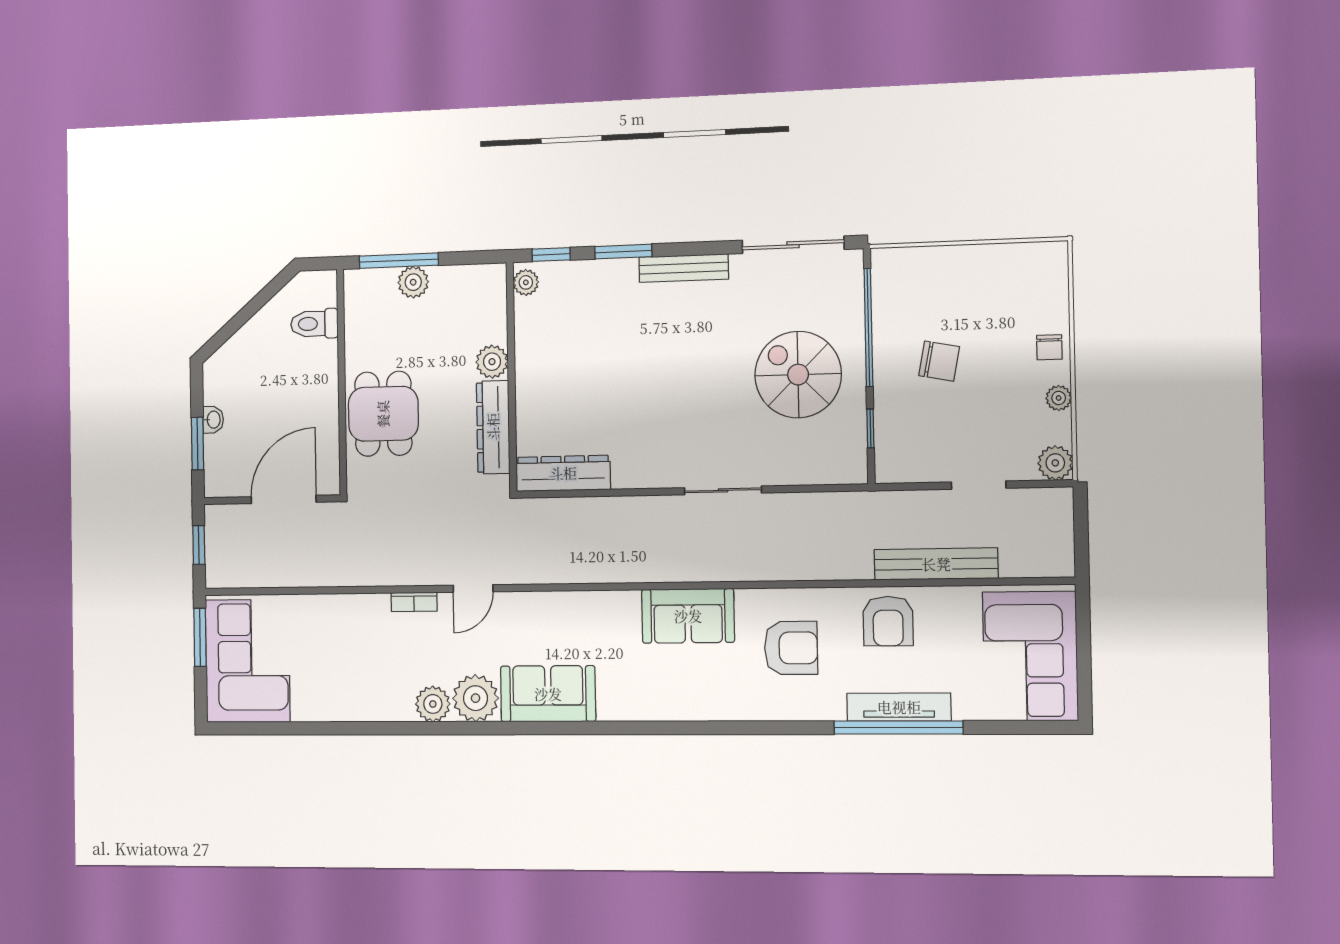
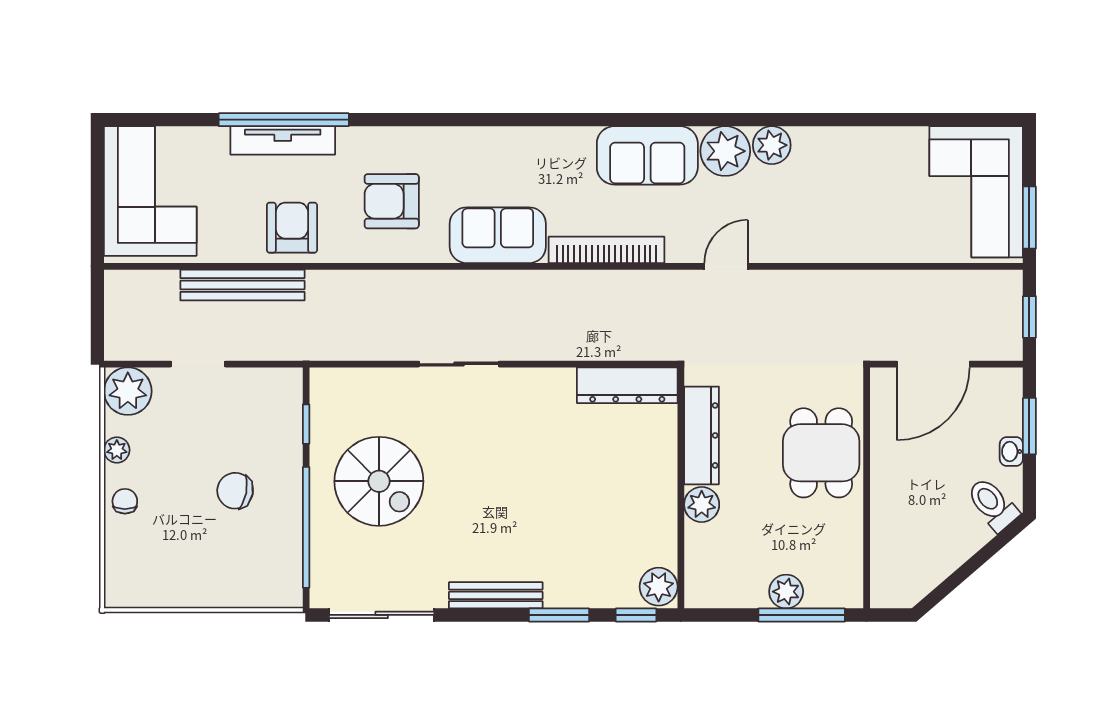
plant: (526, 282) -> (659, 587), width x1.38, depth x1.38
toilet: (314, 324) -> (992, 504), moved, turned -131
plant: (1055, 463) -> (128, 391), width x1.36, depth x1.36
bookcase: (414, 602) -> (607, 250), moved, width x2.31, depth x1.31

